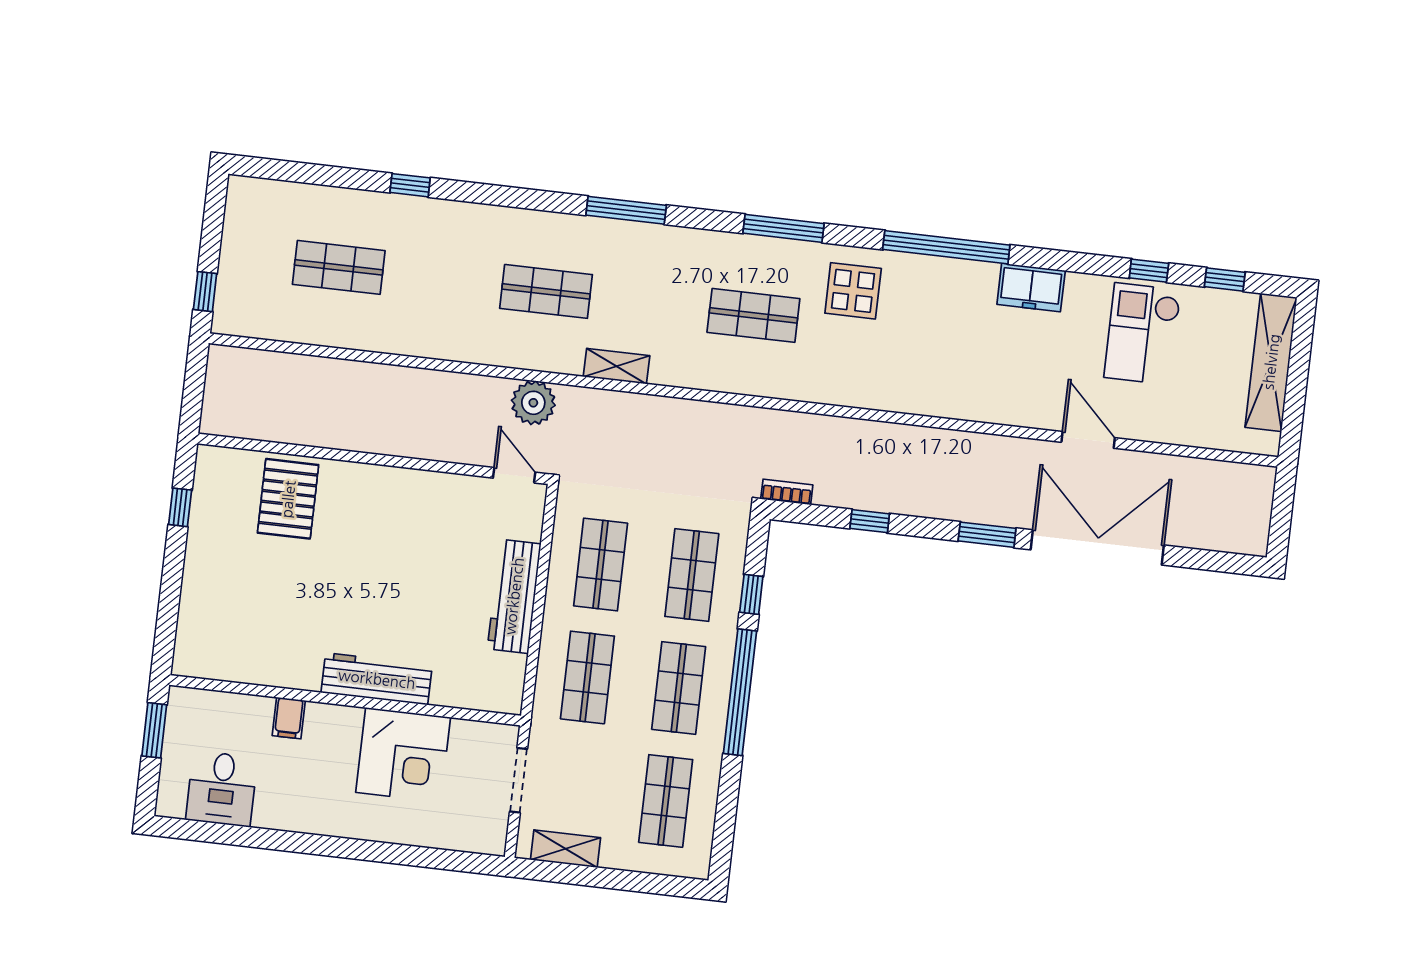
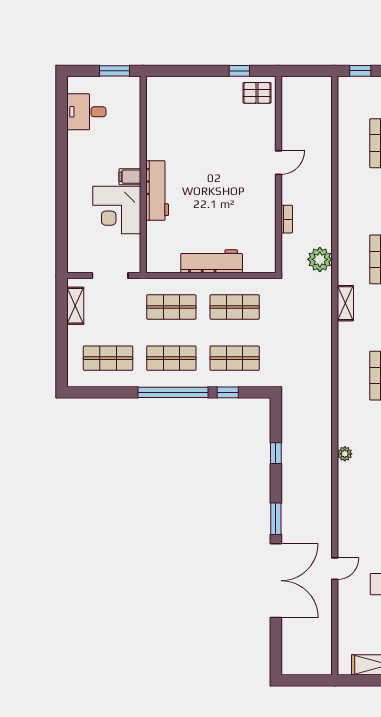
plant: (885, 398) -> (345, 454), added
door: (1088, 440) -> (335, 569), width x0.73
door: (514, 475) -> (279, 163), moved
bookcase: (787, 492) -> (287, 219), moved
pallet: (288, 499) -> (257, 93), moved, width x0.67, depth x0.71
filing cabinet: (289, 718) -> (130, 177), moved

